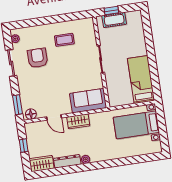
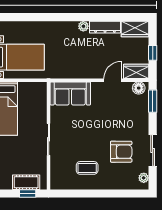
armchair: (38, 58) -> (121, 152), turned -90
door: (54, 117) -> (113, 80), hinge flipped
wardrobe: (78, 121) -> (136, 71), moved

